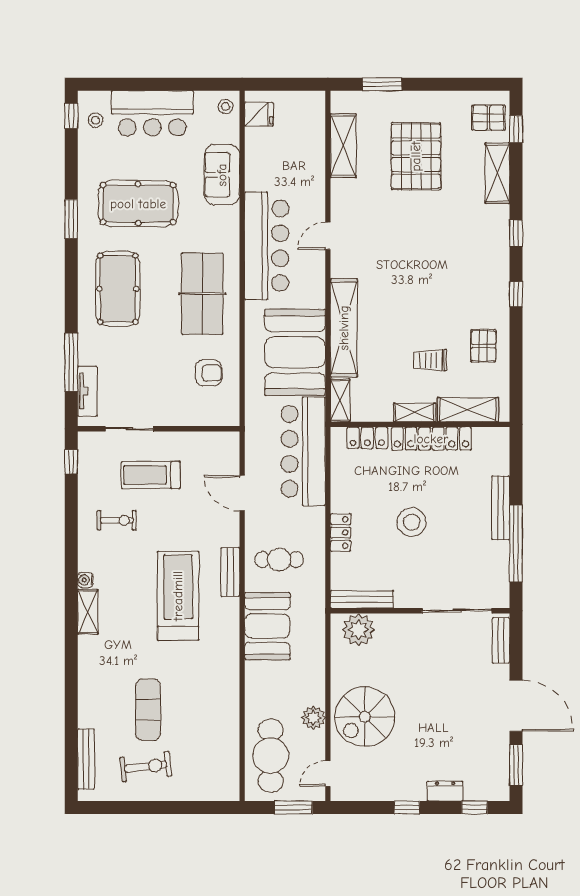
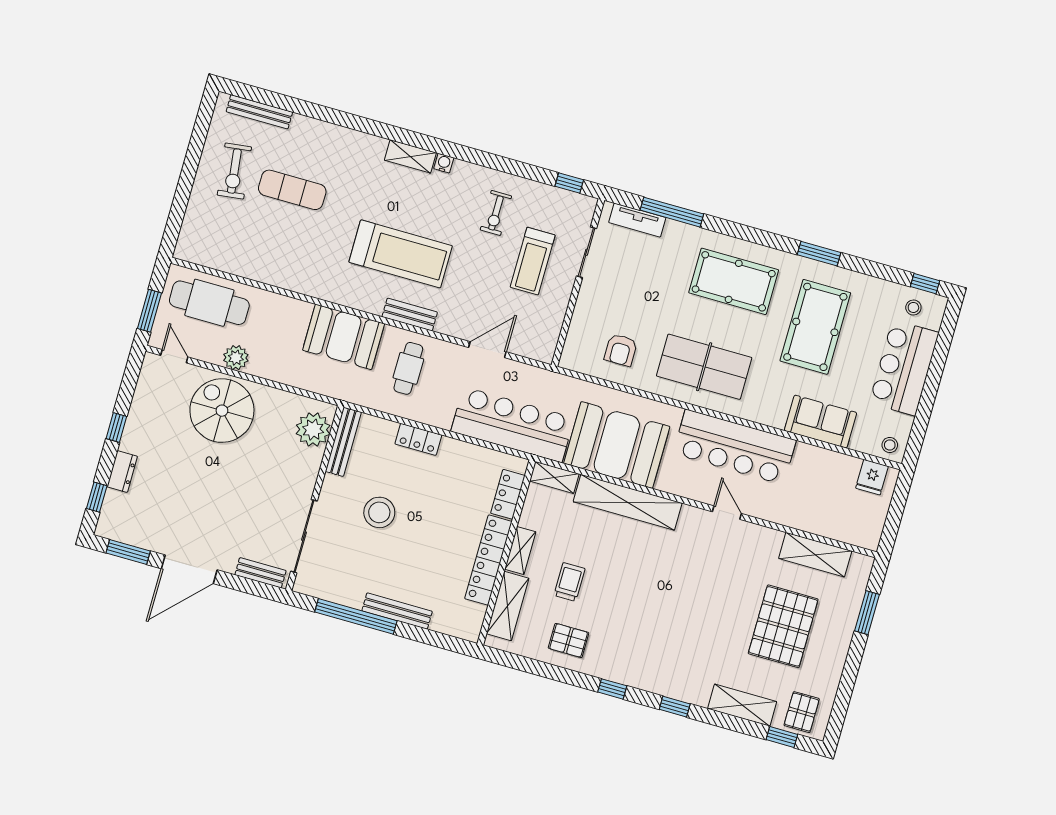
pallet: (416, 156) -> (783, 626), turned 90
treadmill: (151, 475) -> (533, 261), turned 180
stool: (412, 522) -> (379, 512), moved

